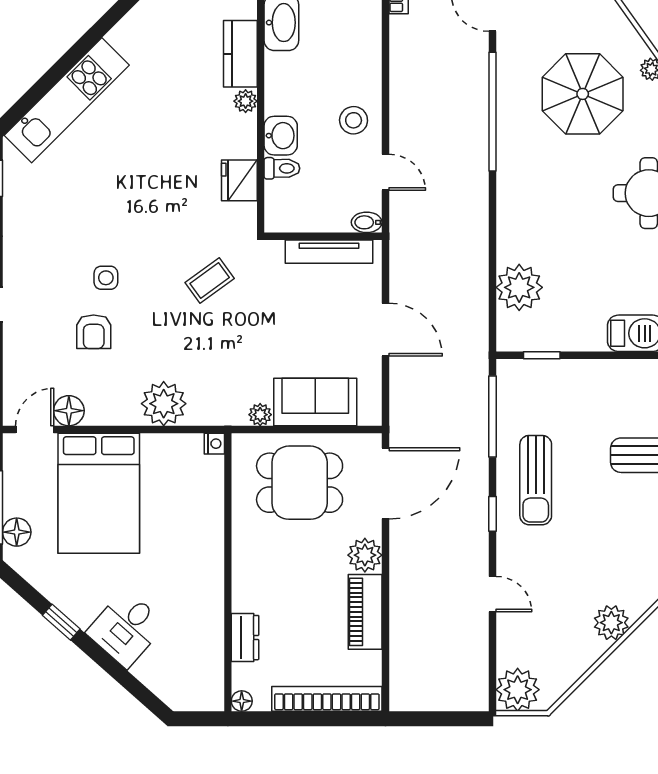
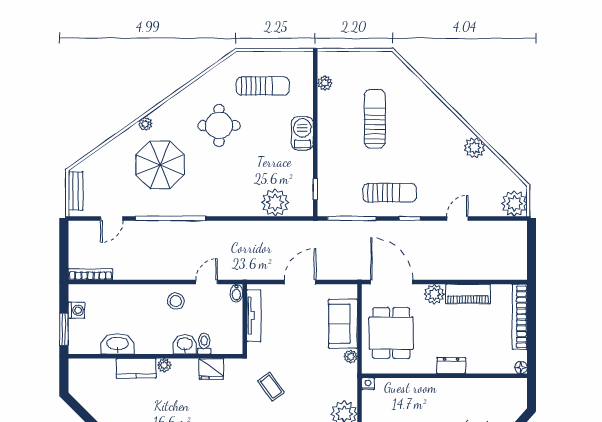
dresser: (245, 638) -> (451, 366), moved

